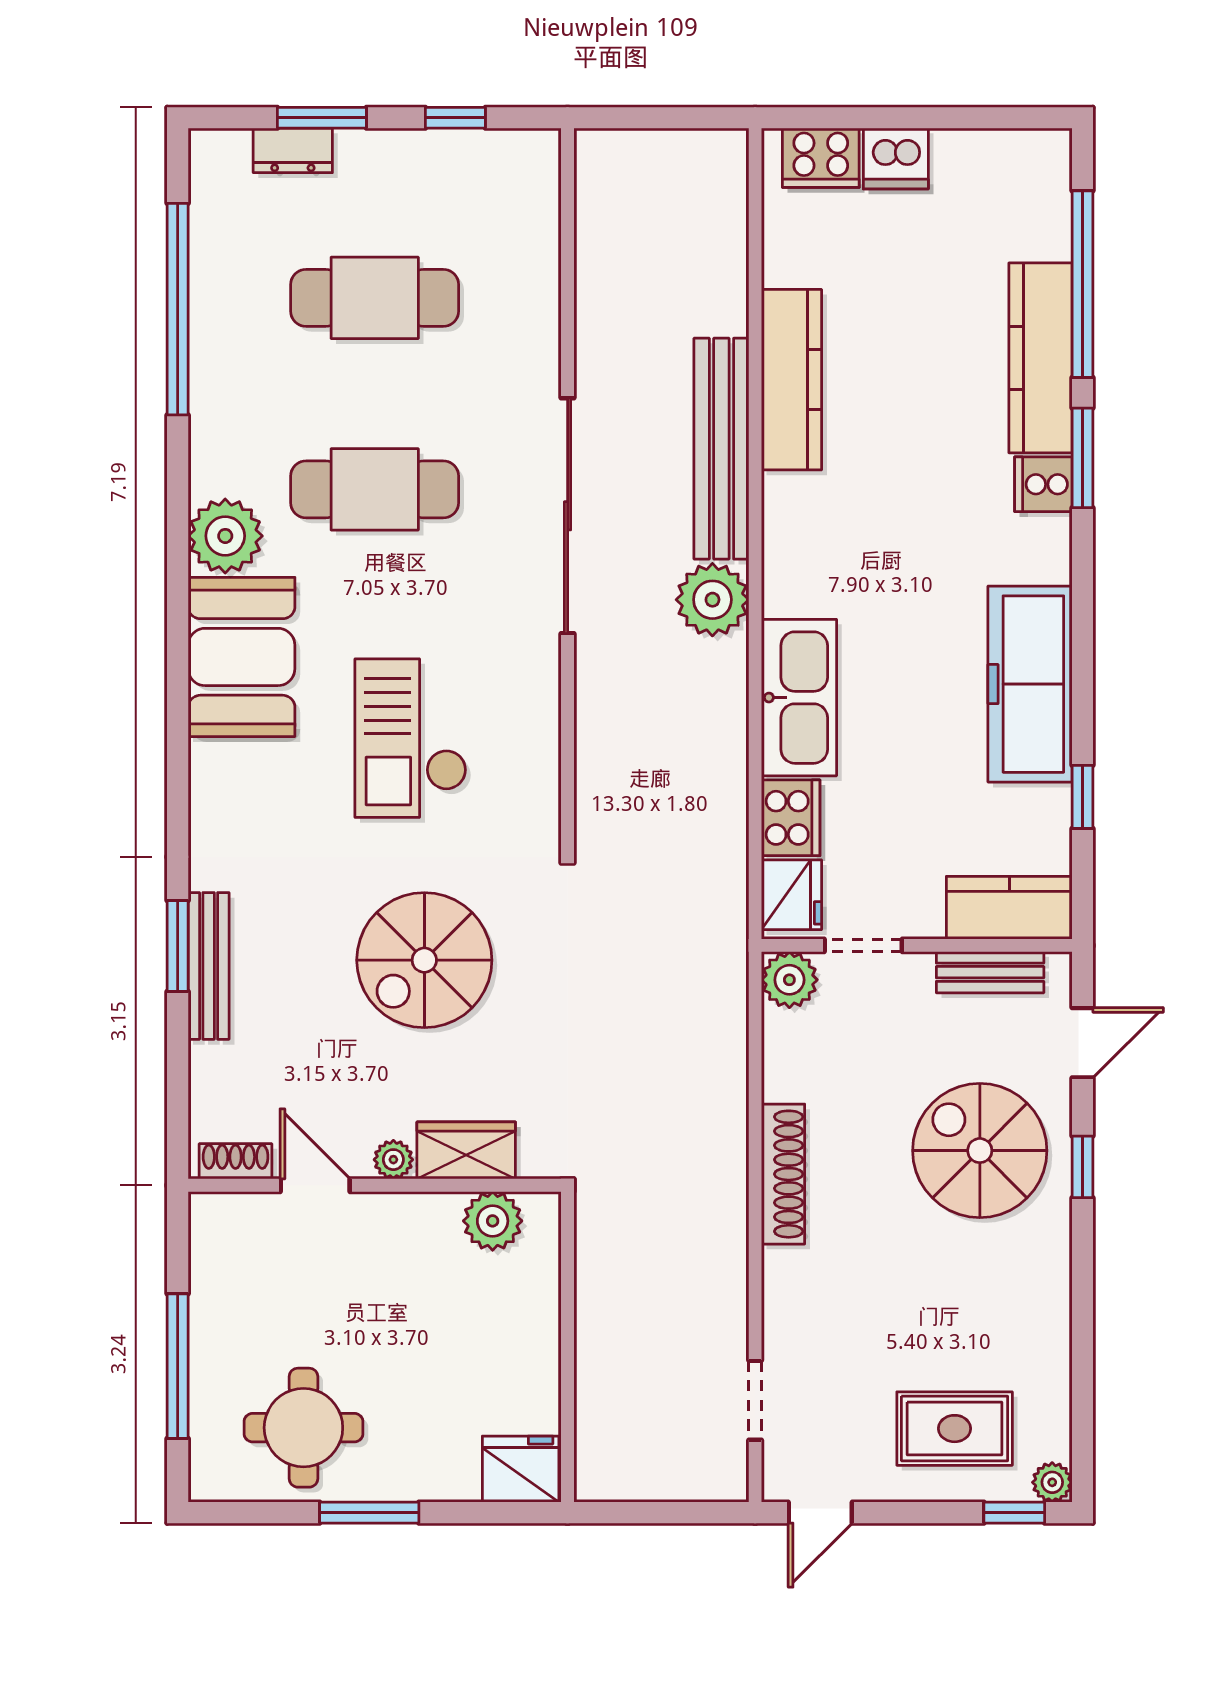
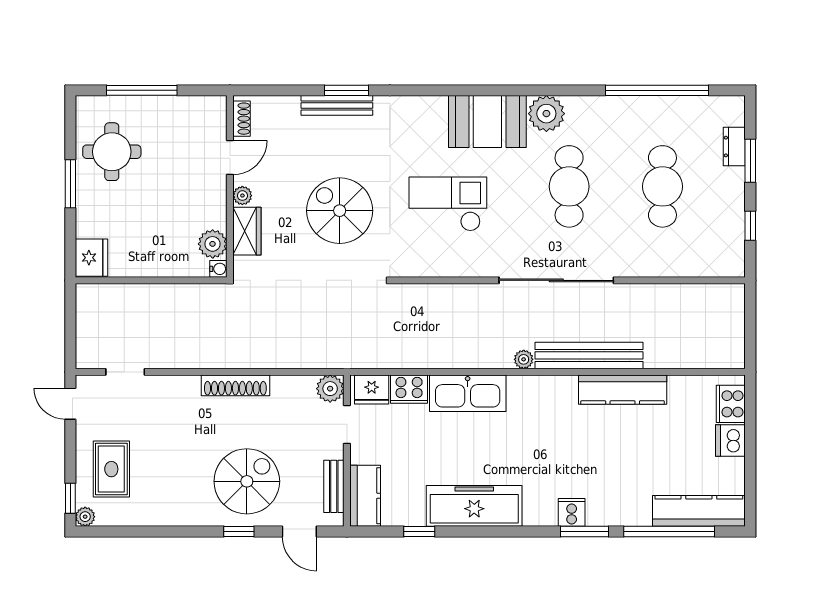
kitchen counter: (1040, 358) -> (699, 511), moved
plant: (712, 600) -> (524, 359), width x0.53, depth x0.53
water cooler: (544, 1209) -> (218, 269), added

